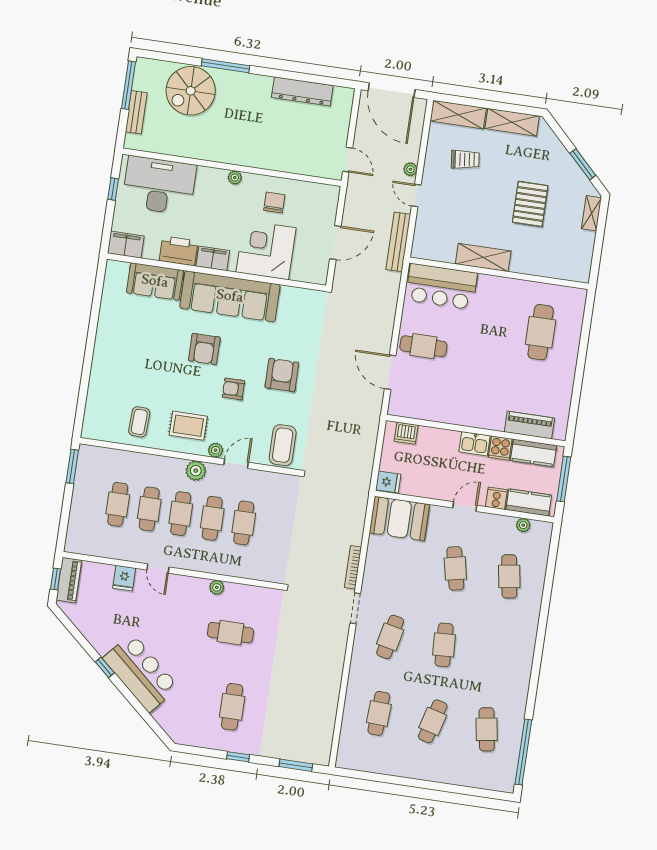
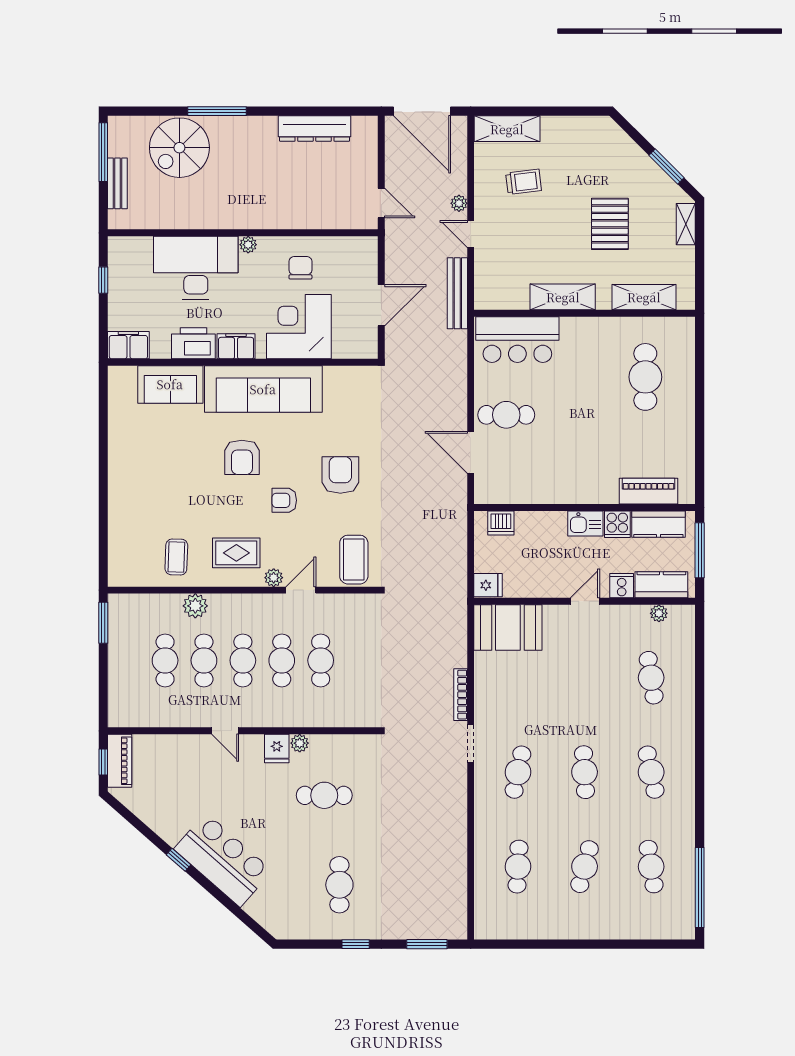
shelving: (512, 122) -> (644, 297), moved
desk: (159, 185) -> (196, 268), moved
plant: (196, 471) -> (195, 606), moved
cafe table: (455, 568) -> (651, 772), moved
fridge: (124, 578) -> (277, 749), moved

